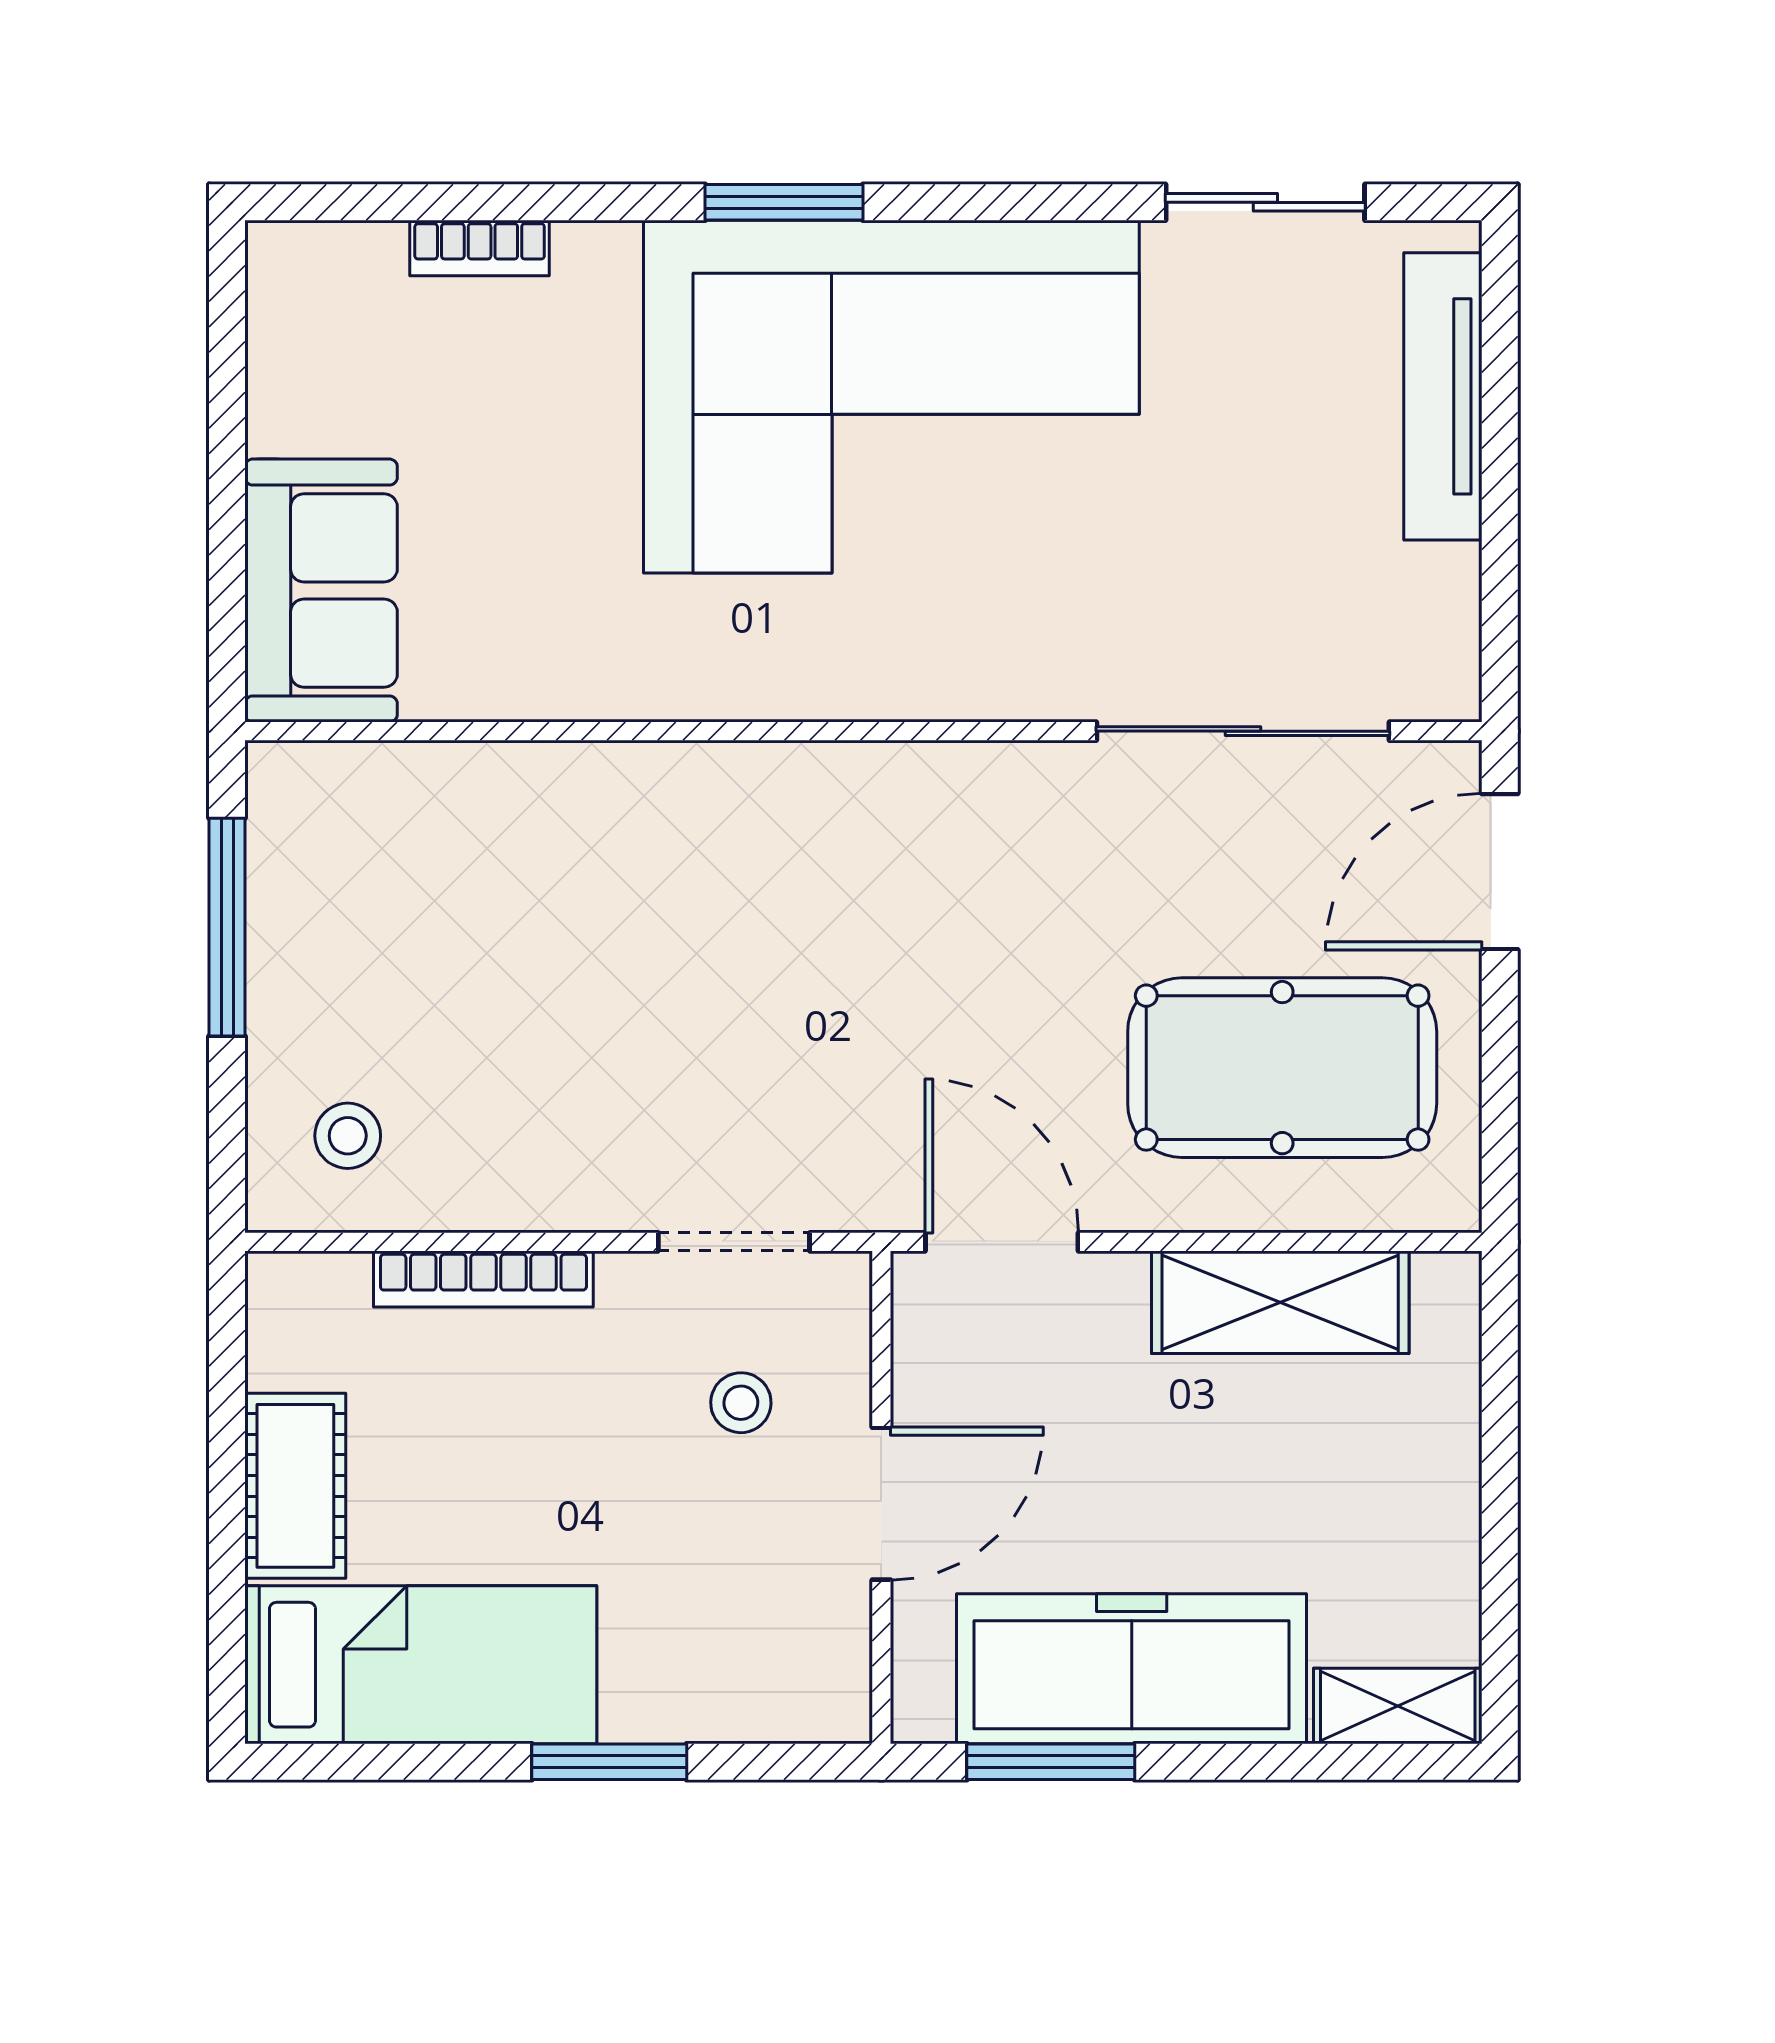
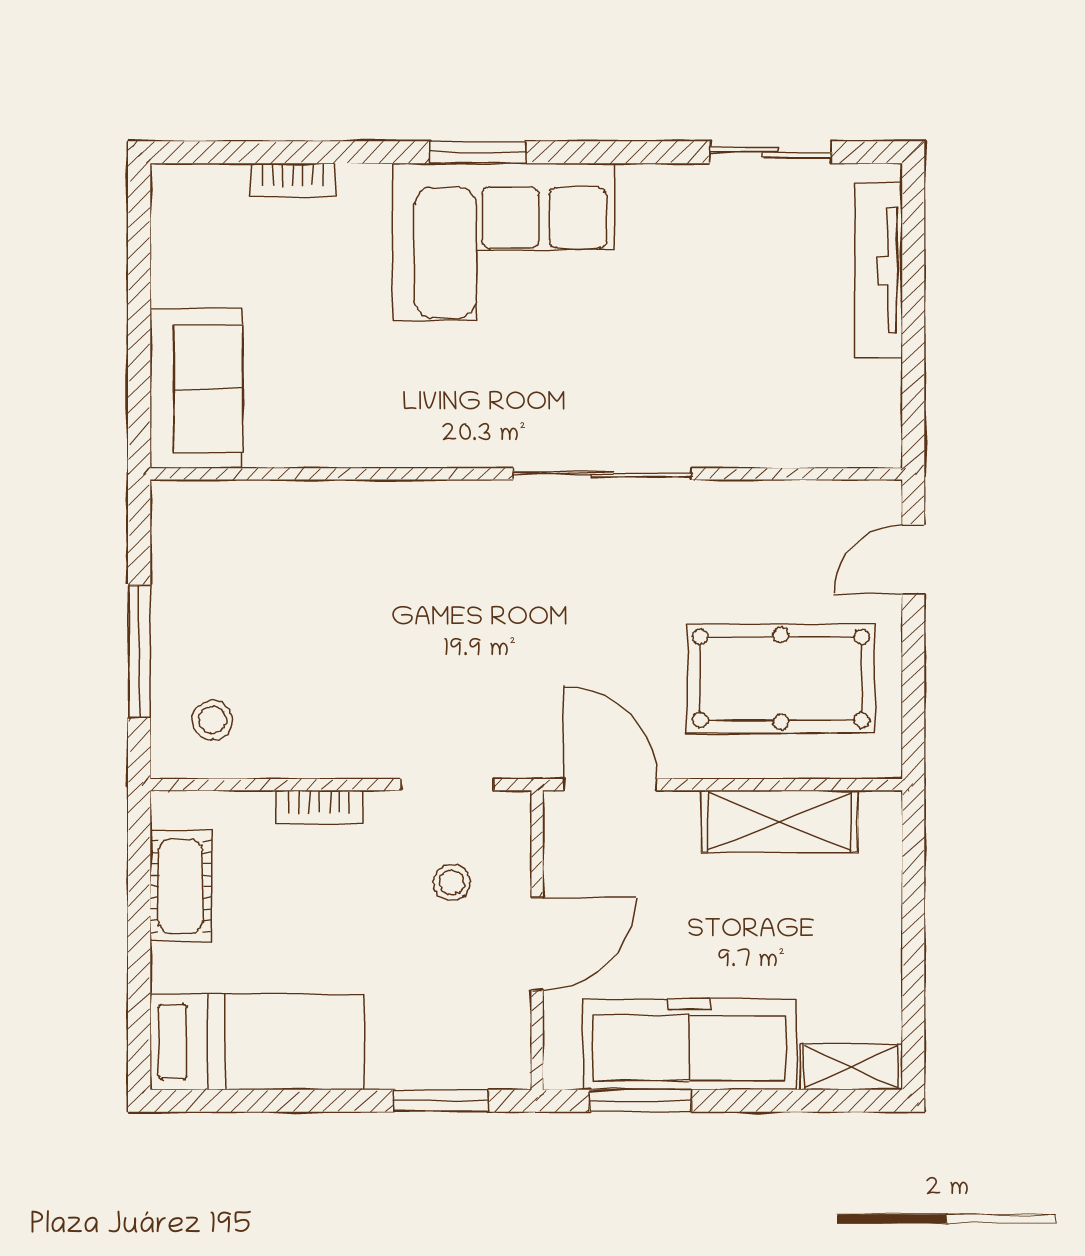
corner sofa: (891, 397) -> (503, 242), width x0.73, depth x0.74
sliding door: (1243, 731) -> (603, 474), moved
door: (1500, 872) -> (913, 559), width x0.73
window: (227, 927) -> (139, 651), moved
bookcase: (483, 1279) -> (319, 807), width x0.64
cot: (295, 1486) -> (181, 886), moved
window: (609, 1762) -> (441, 1101), moved

